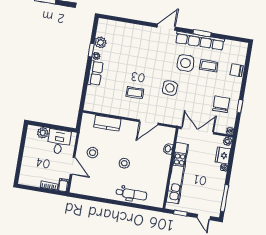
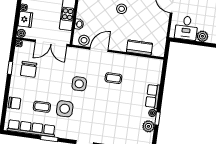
row of seats: (200, 41) -> (31, 128), moved
stool: (93, 153) -> (84, 40), moved

